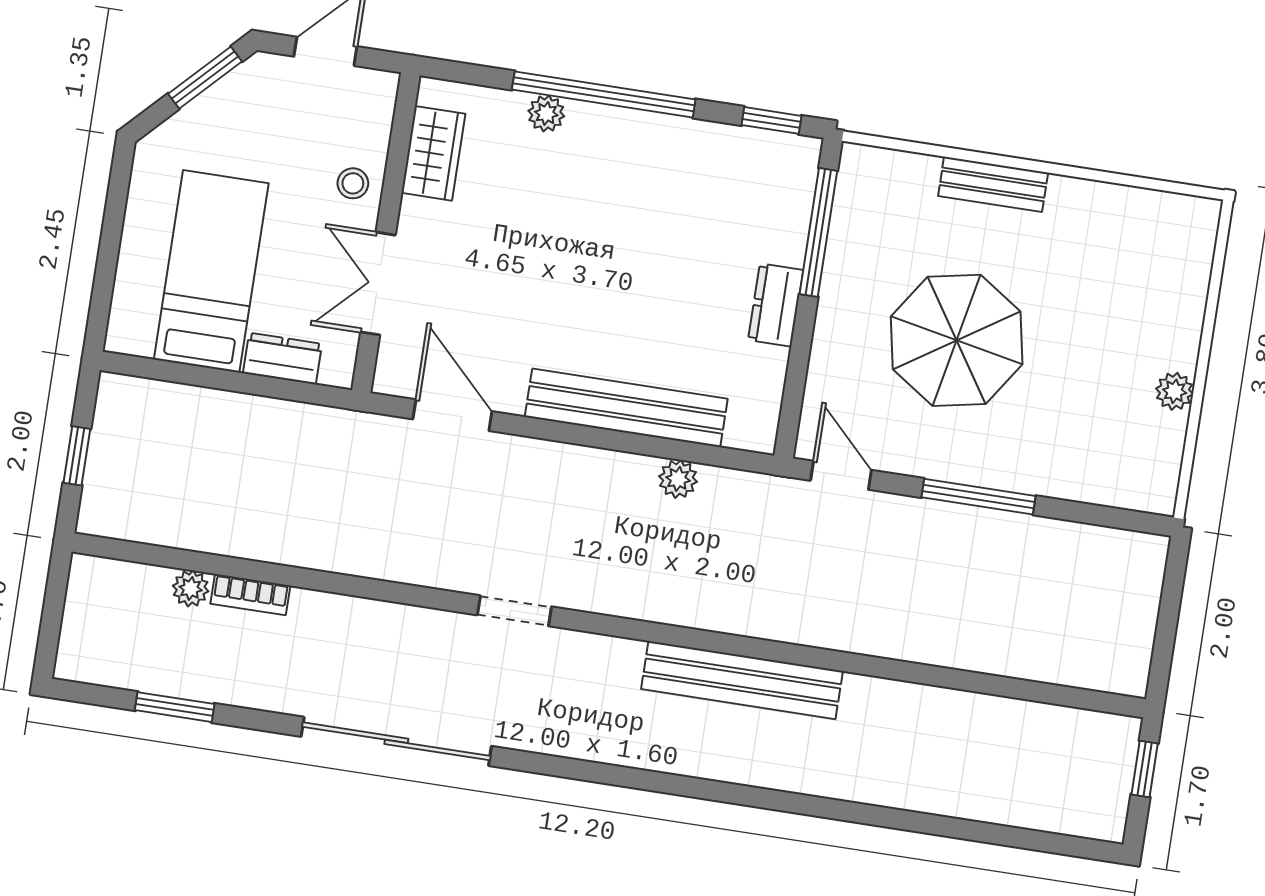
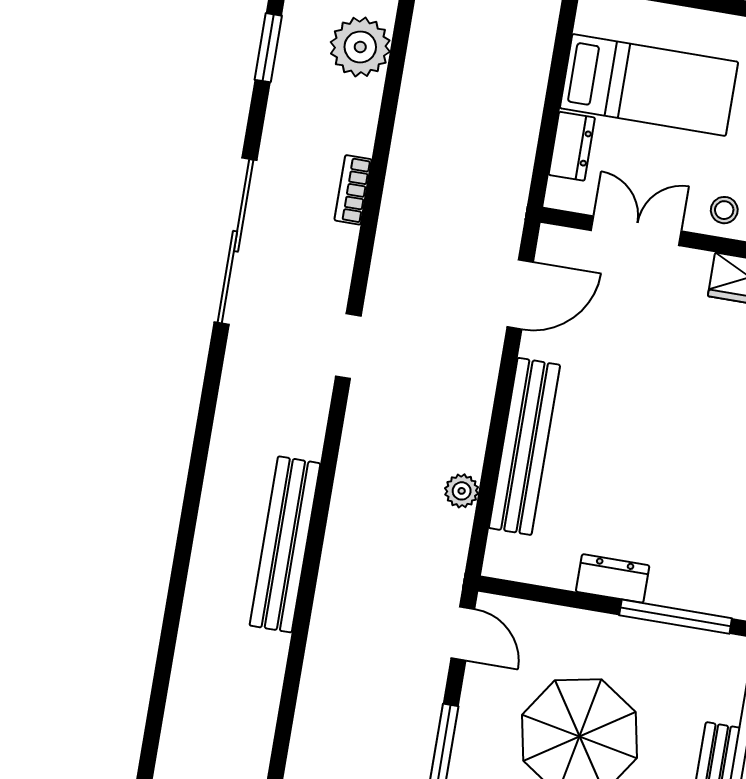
door: (841, 475) -> (463, 634), hinge flipped
plant: (191, 588) -> (360, 47), width x1.88, depth x1.88
bookcase: (250, 595) -> (353, 190), moved

